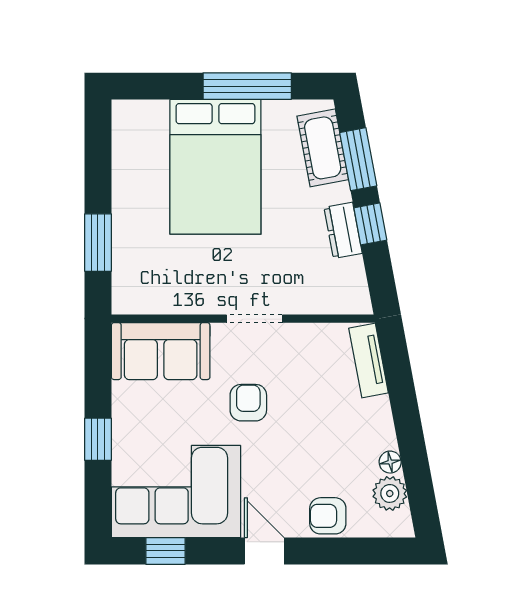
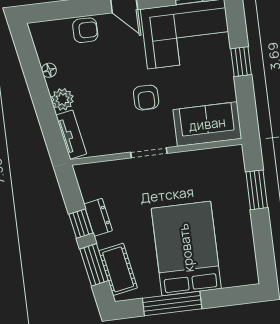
plant: (390, 493) -> (62, 99), moved

